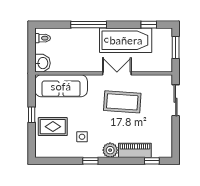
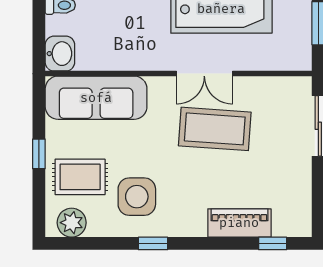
double door: (117, 73) -> (204, 74), swing flipped
side table: (82, 137) -> (137, 197), width x1.87, depth x1.87
plant: (110, 150) -> (72, 223), moved

